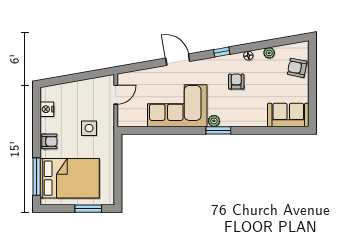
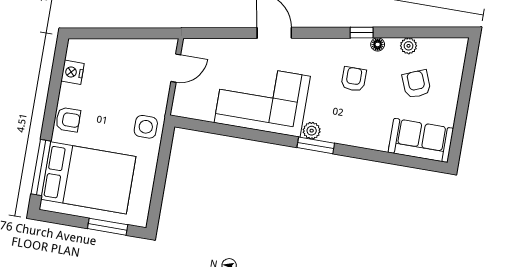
window: (222, 52) -> (362, 33), moved
armchair: (297, 68) -> (417, 84), moved, turned 57
side table: (89, 128) -> (146, 127), moved

